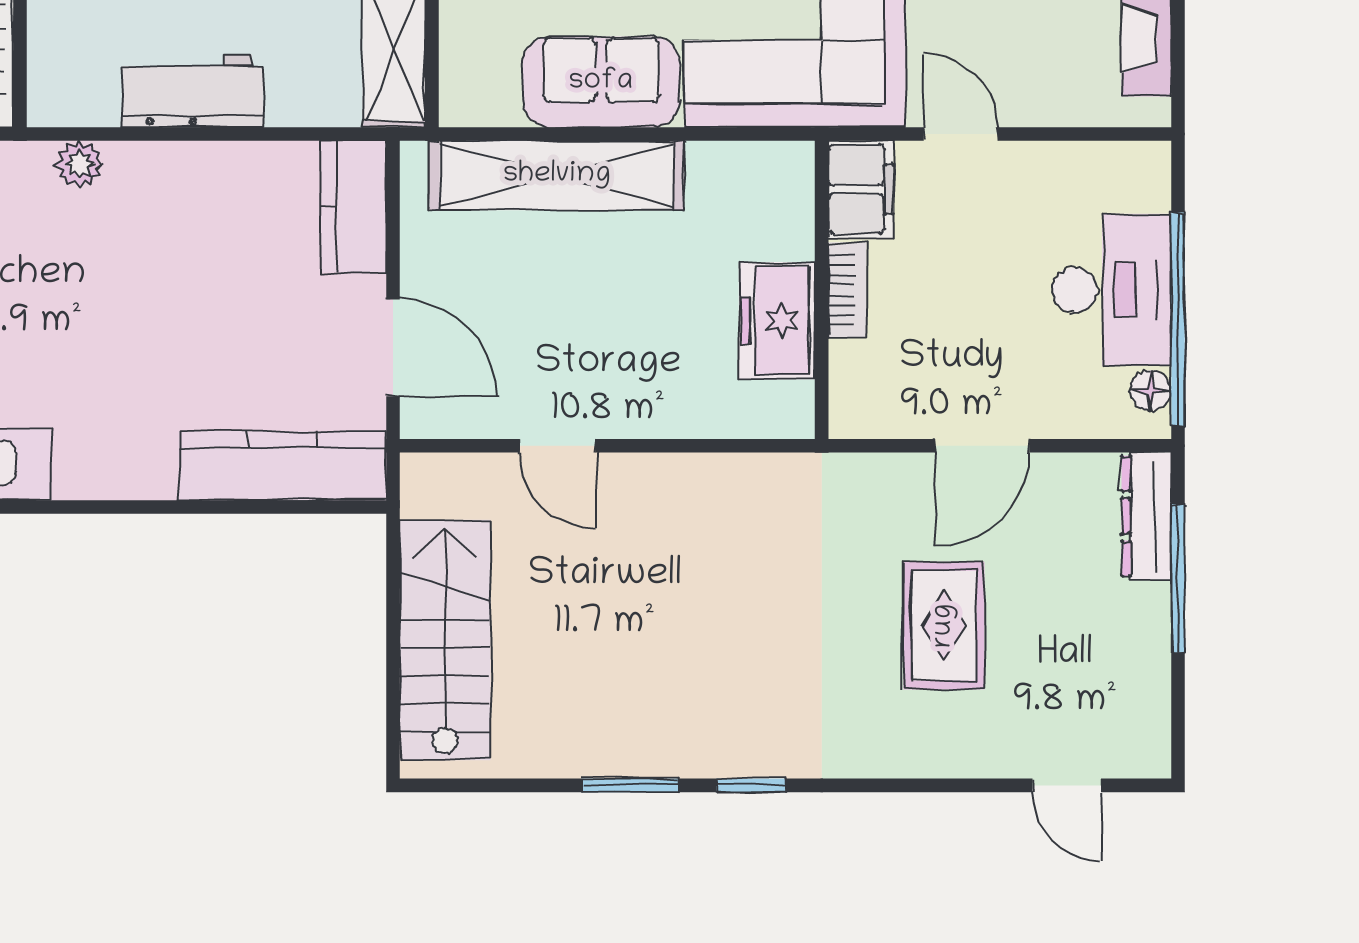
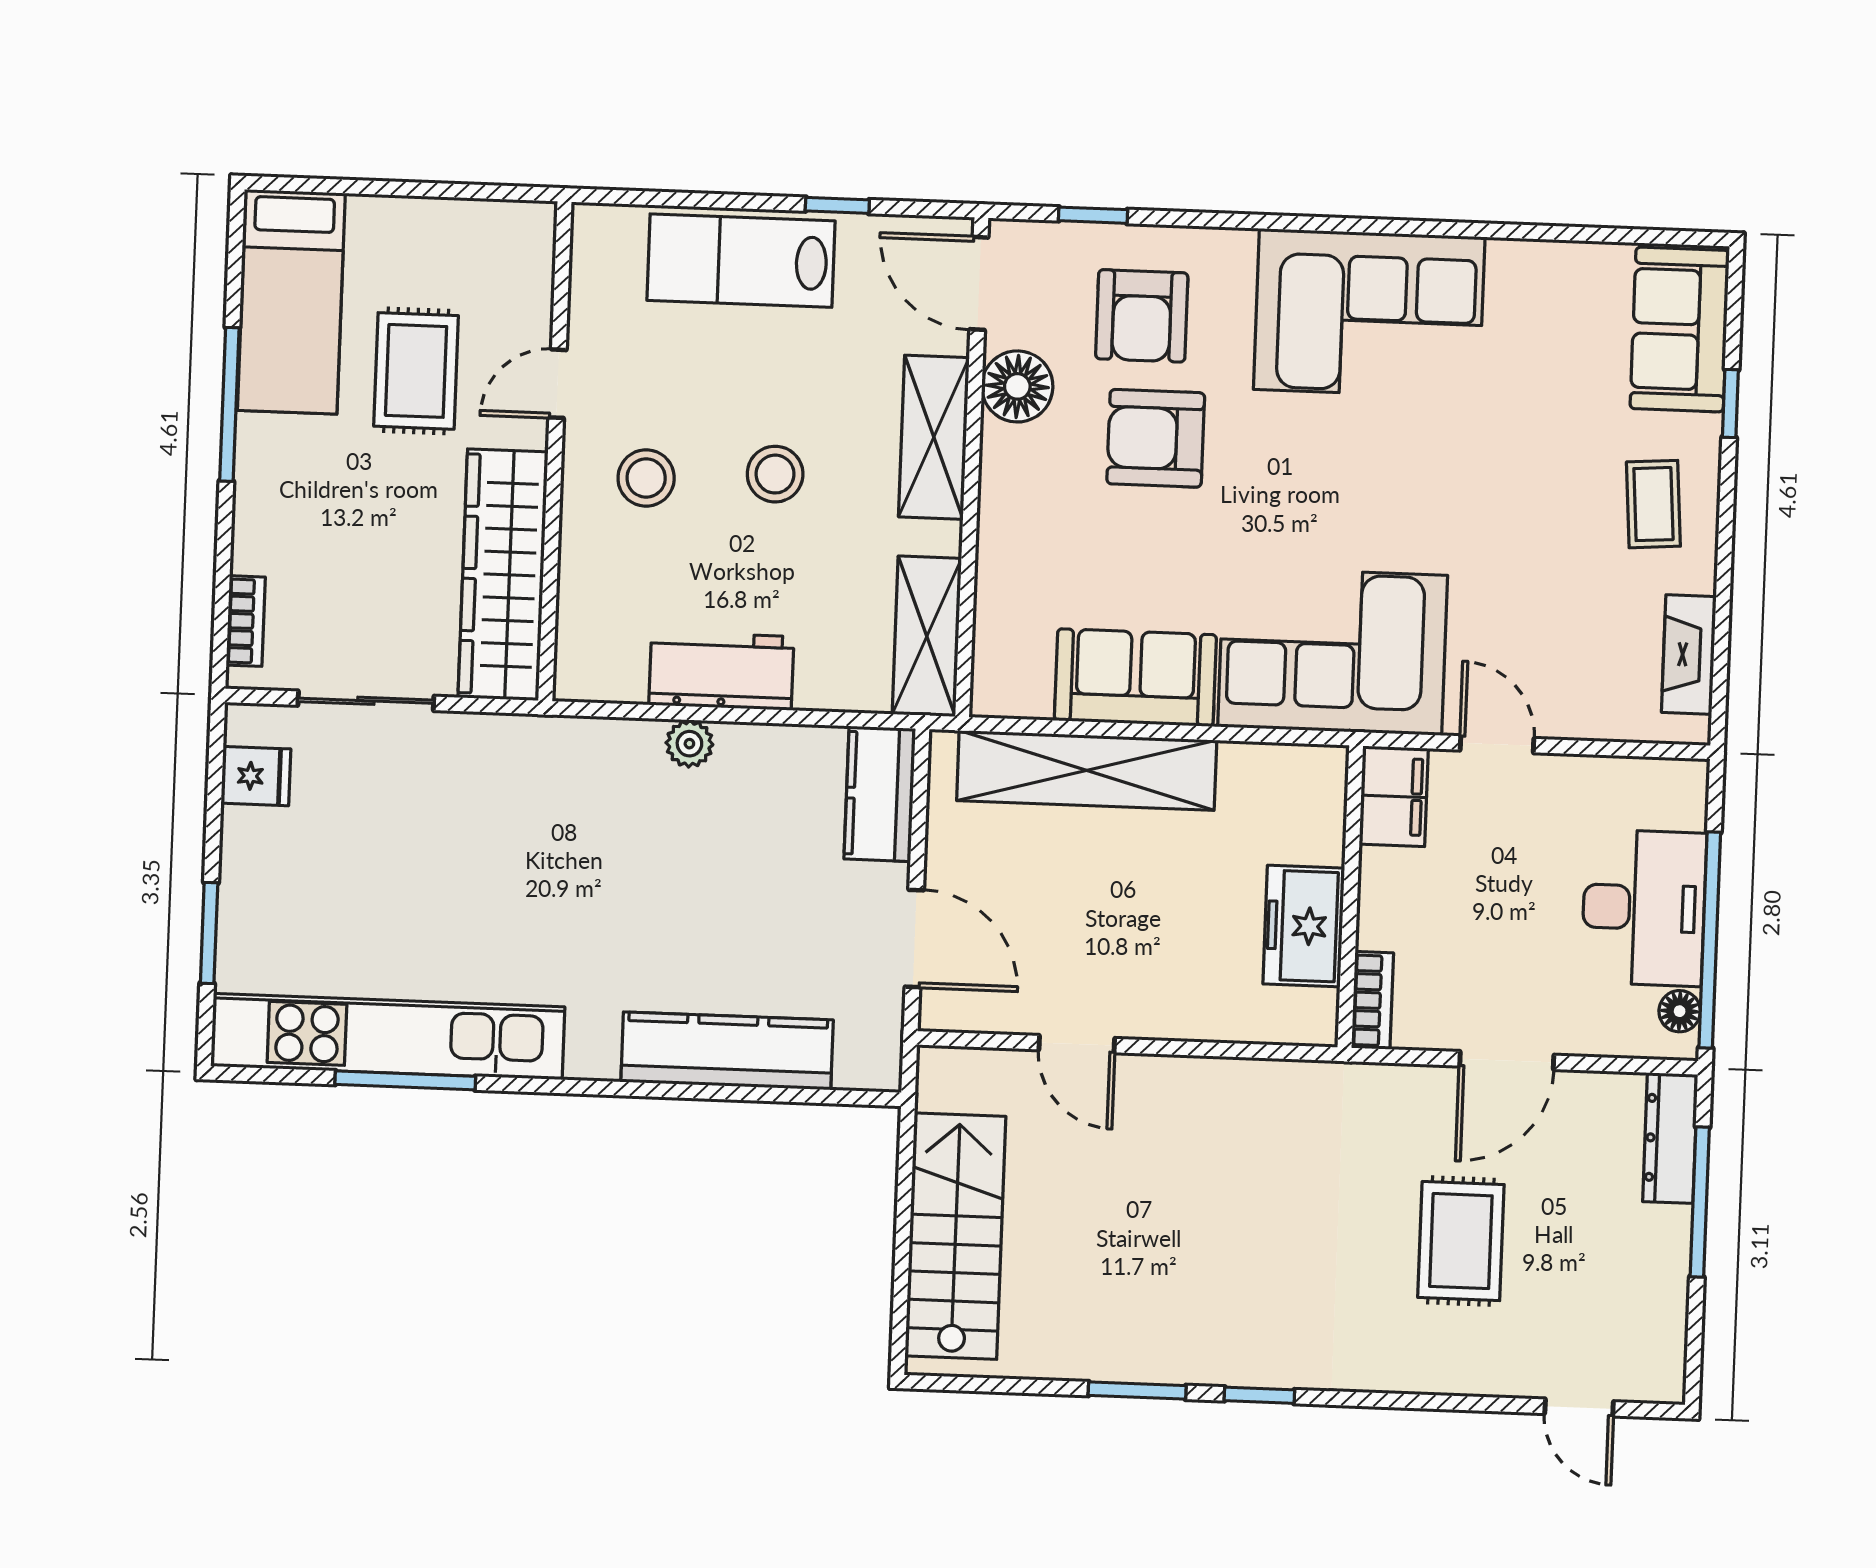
plant: (79, 164) -> (689, 744), moved
bookcase: (847, 290) -> (1372, 1000), moved
kitchen counter: (283, 466) -> (727, 1051), moved

